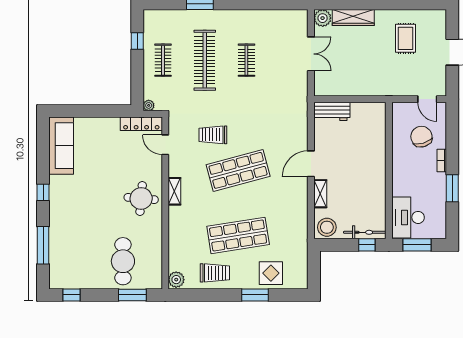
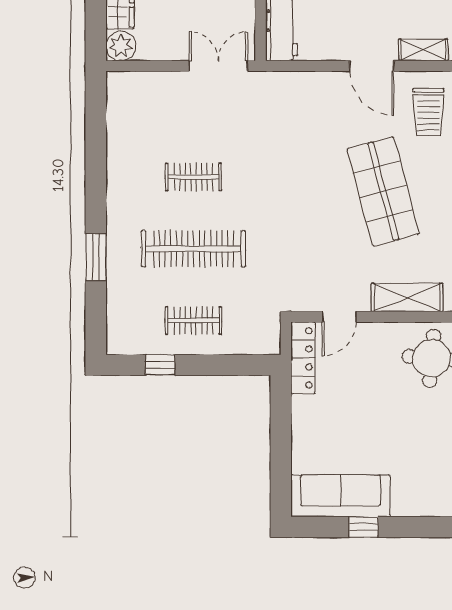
double door: (311, 54) -> (218, 66), moved
plant: (149, 105) -> (271, 345), removed
trolley: (213, 135) -> (428, 112), moved
shelving: (174, 191) -> (407, 297), width x1.50, depth x1.33
window: (43, 192) -> (364, 527), moved

